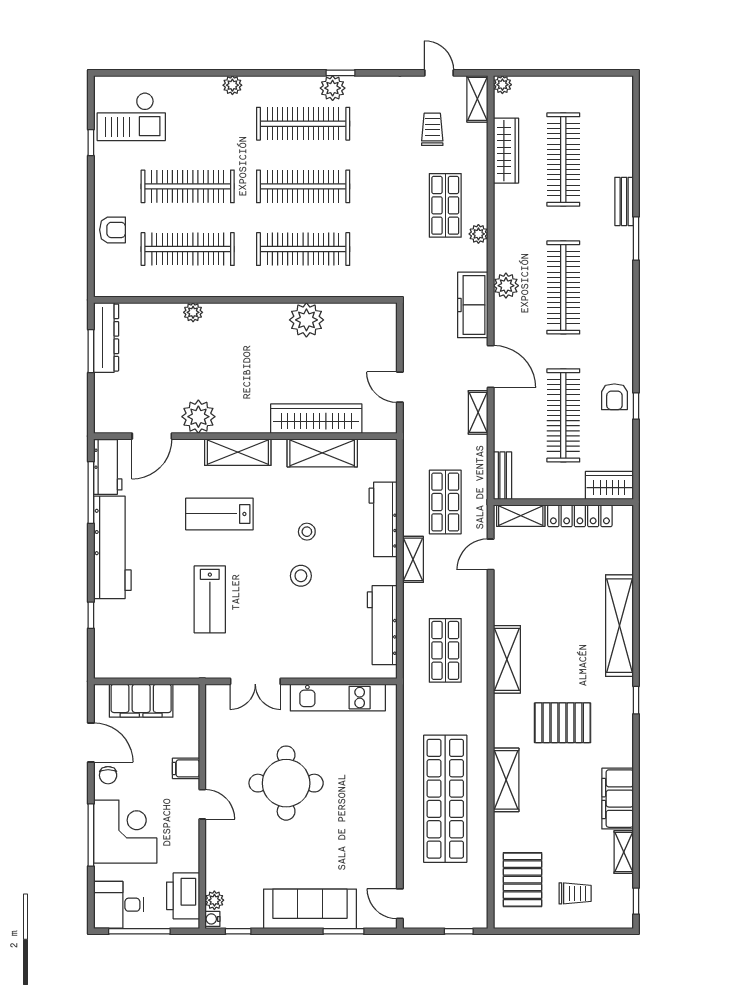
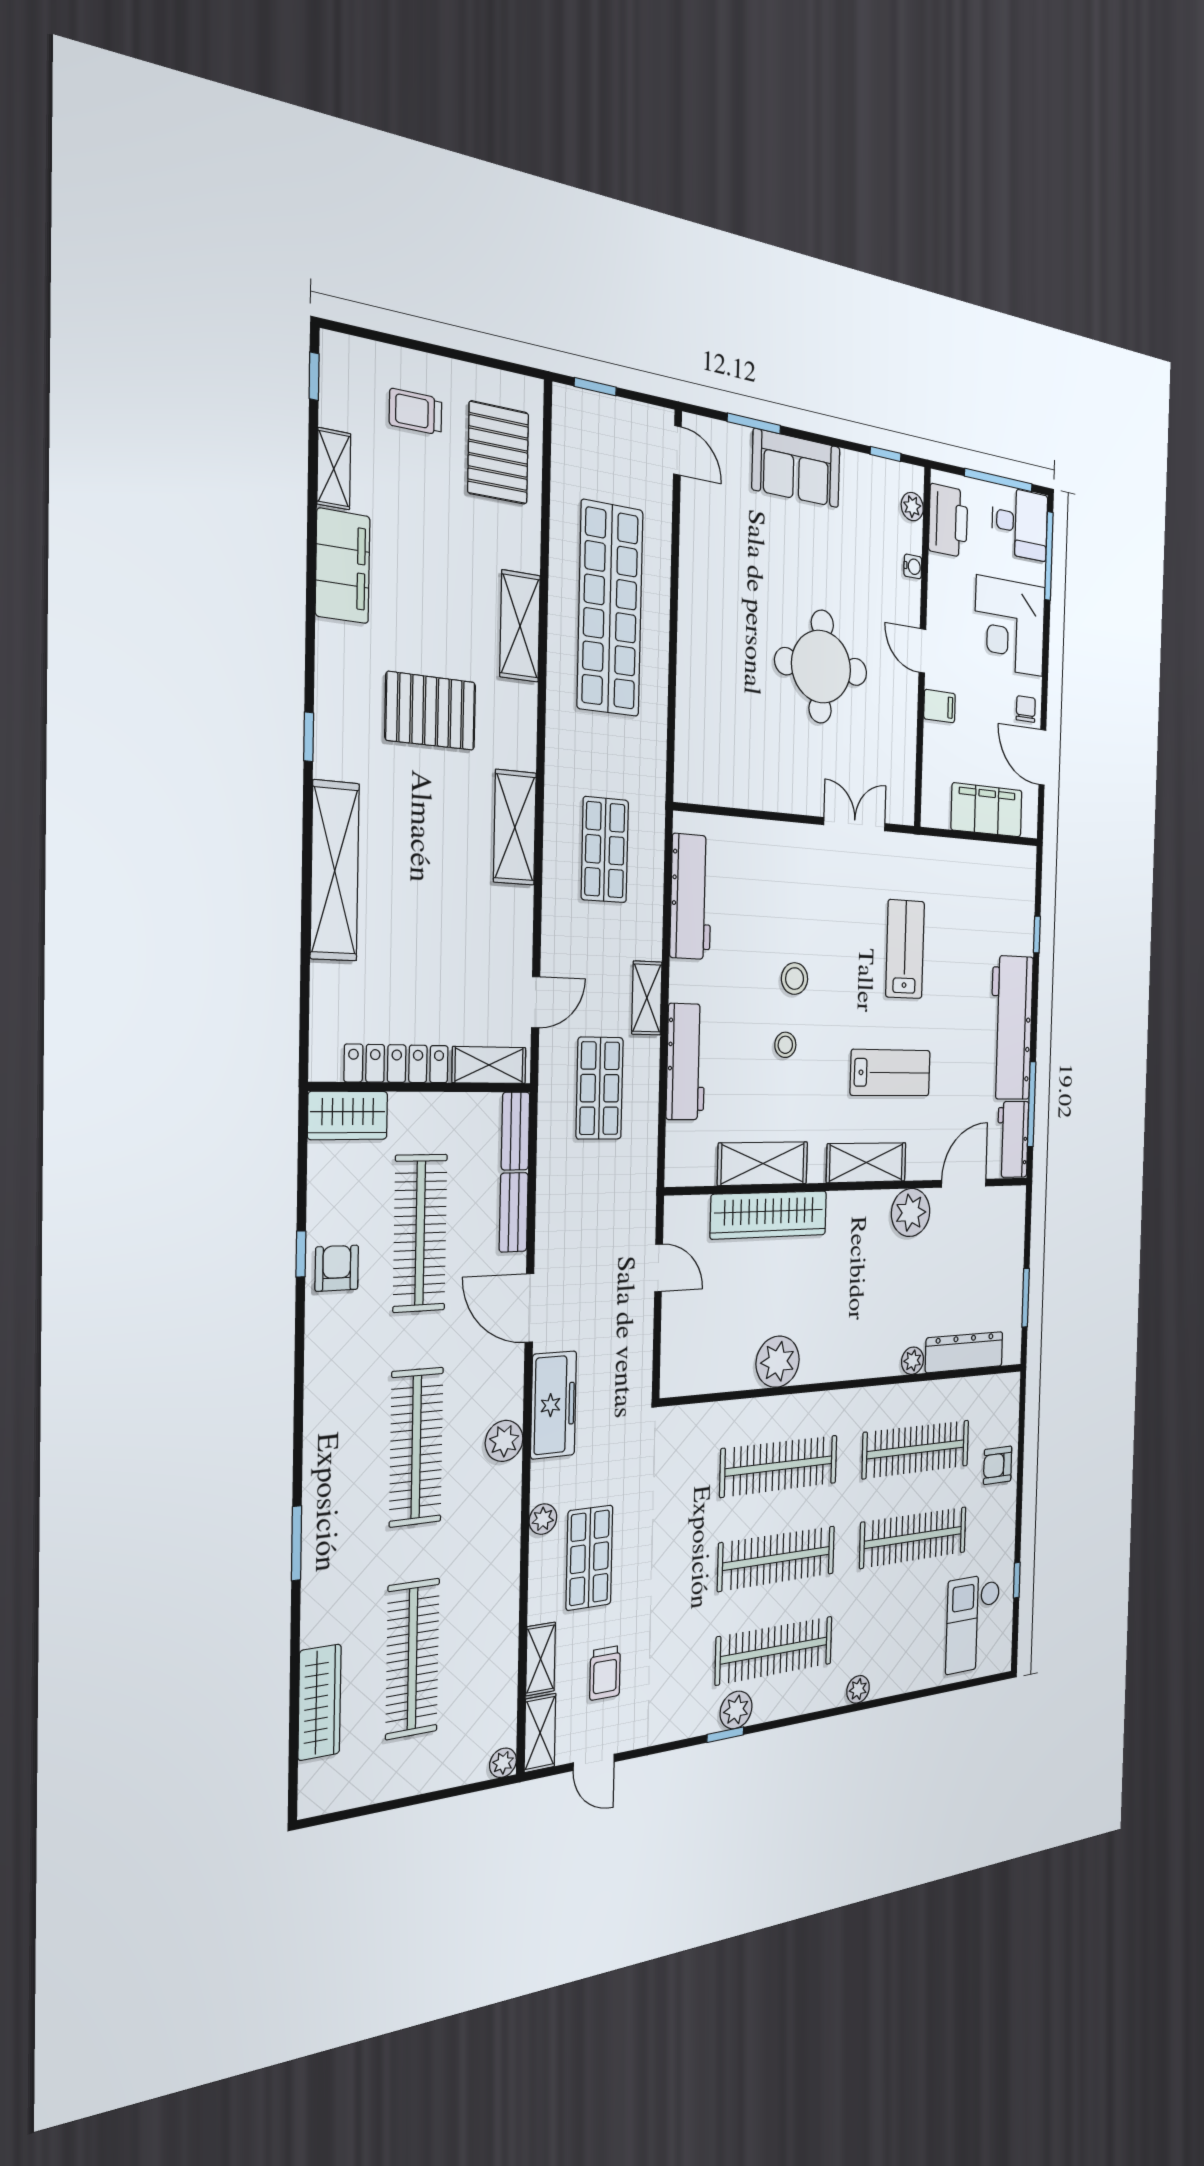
checkout: (131, 117) -> (973, 1623), turned -90
wardrobe: (506, 151) -> (320, 1702), moved, turned 180
bench: (624, 201) -> (514, 1212), moved
dresser: (106, 338) -> (964, 1352), moved, turned 90
shelving: (478, 412) -> (541, 1659), moved
kitchen unit: (338, 698) -> (752, 789), removed
window: (91, 835) -> (1049, 556), moved
sofa: (310, 909) -> (796, 468), width x0.73
water cooler: (212, 919) -> (913, 566), moved

